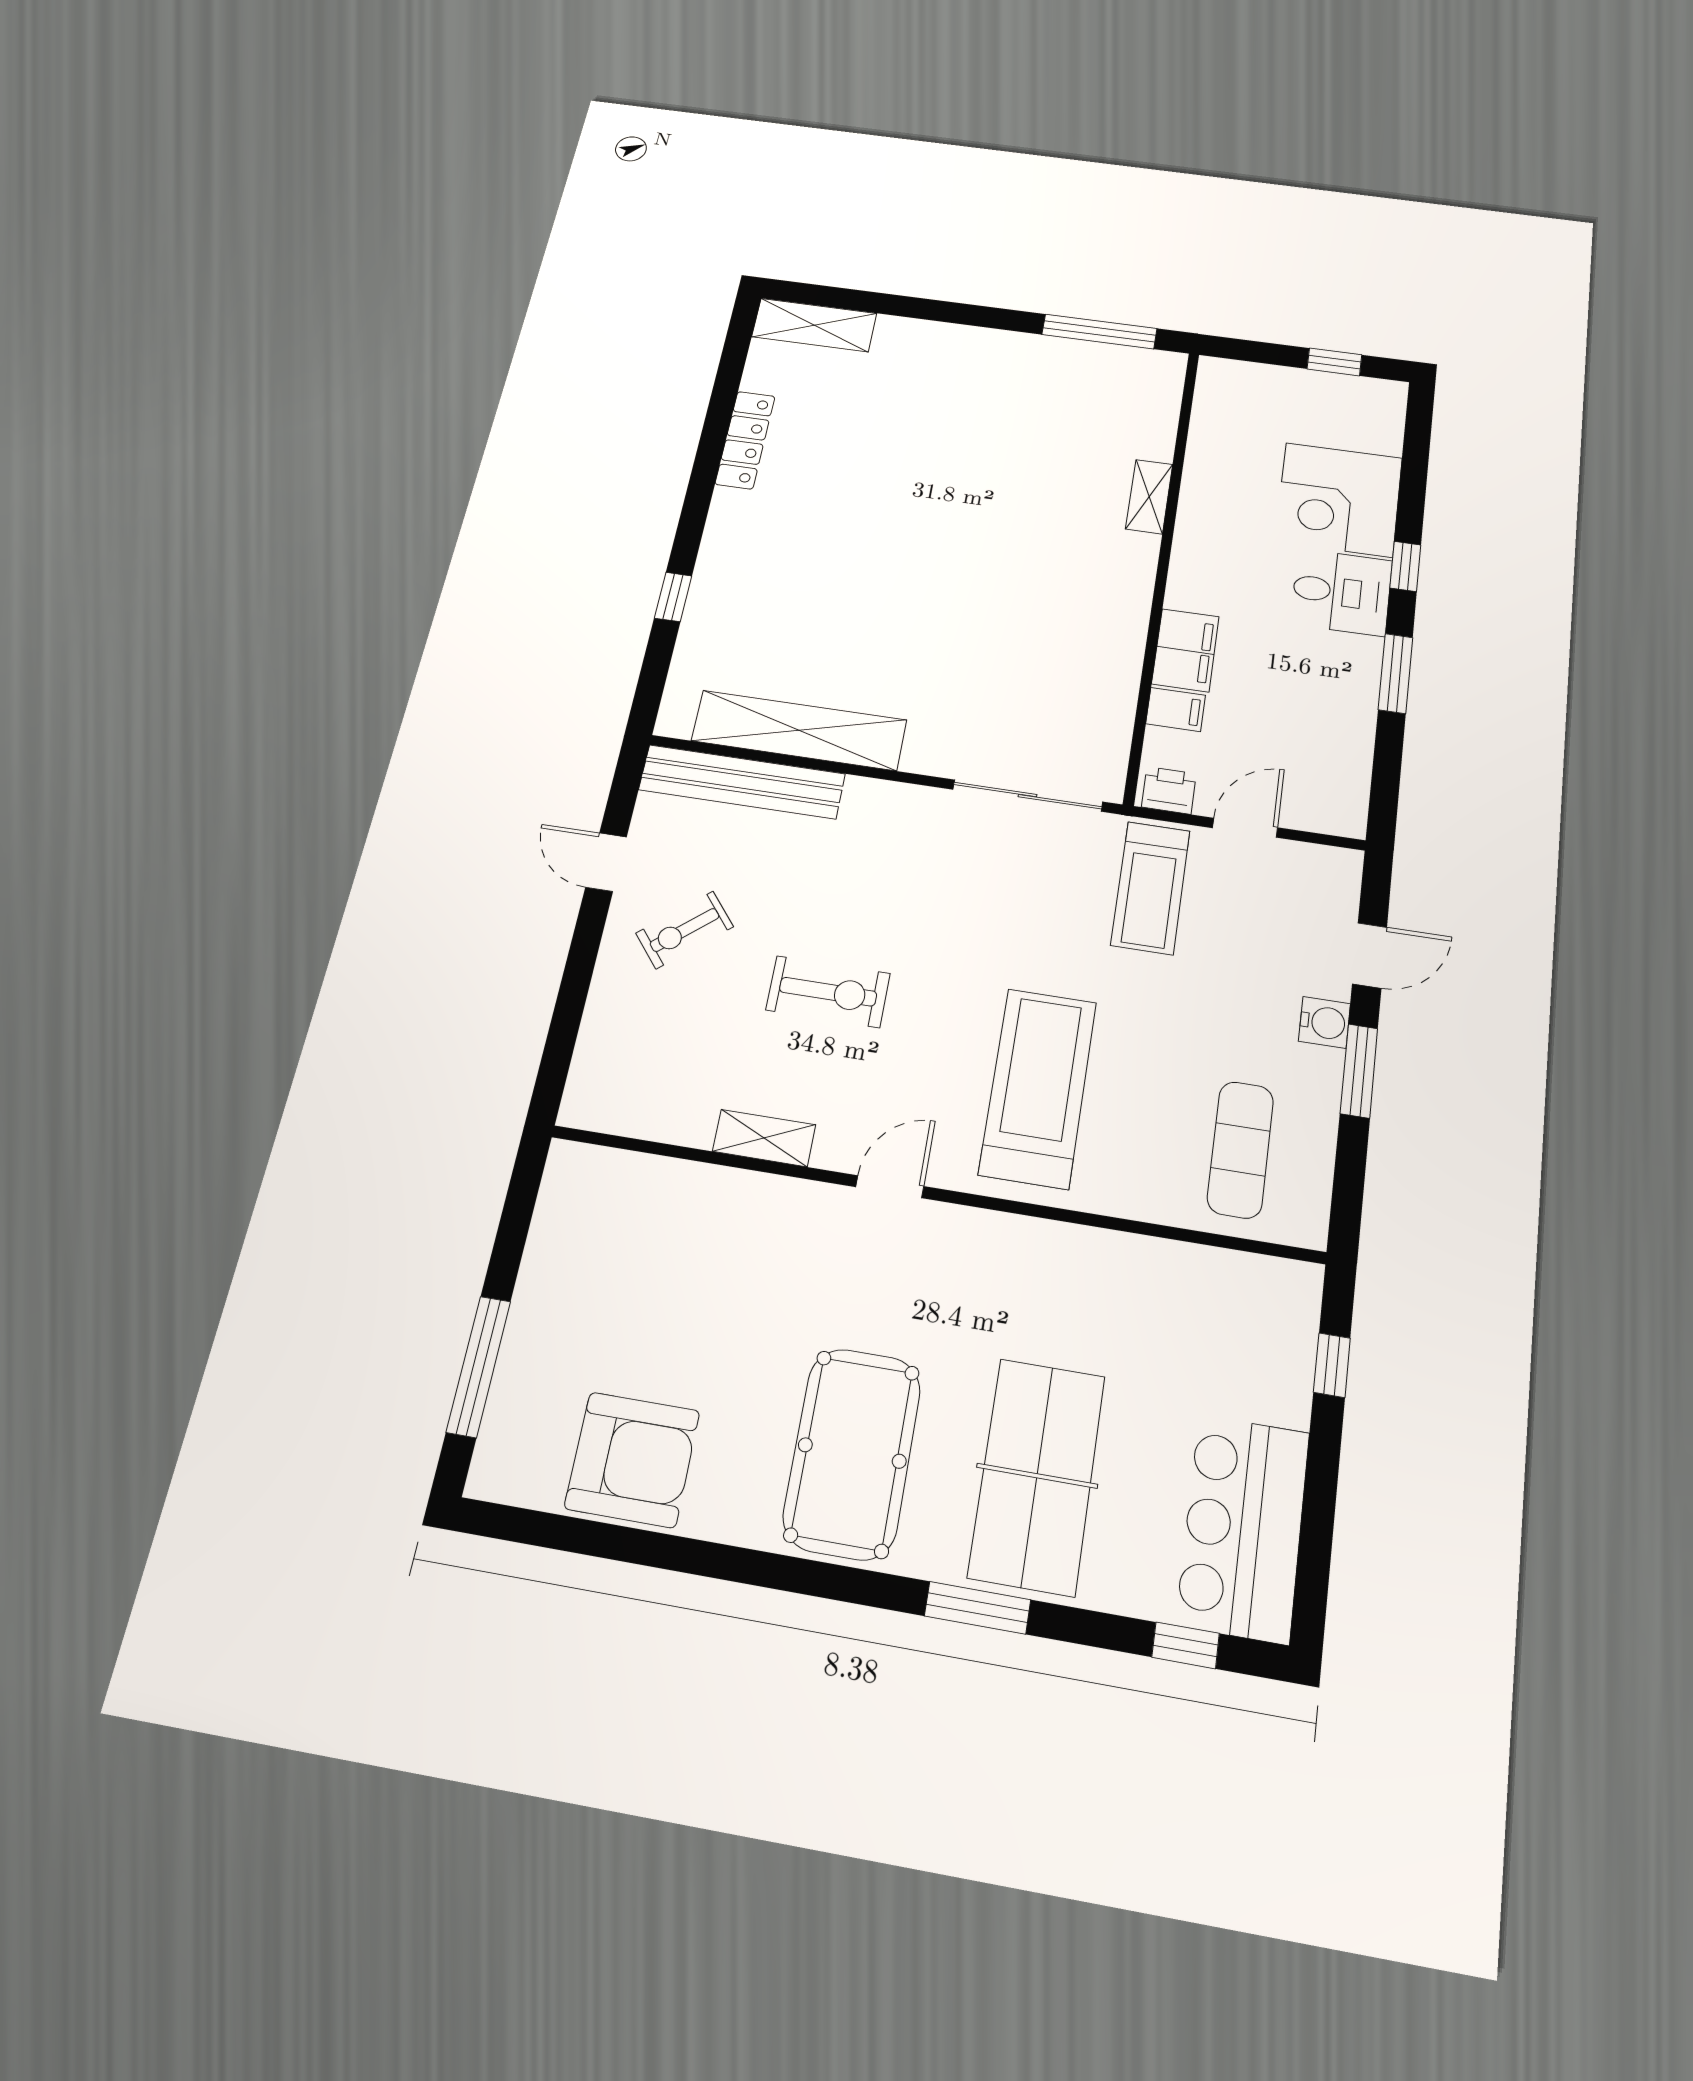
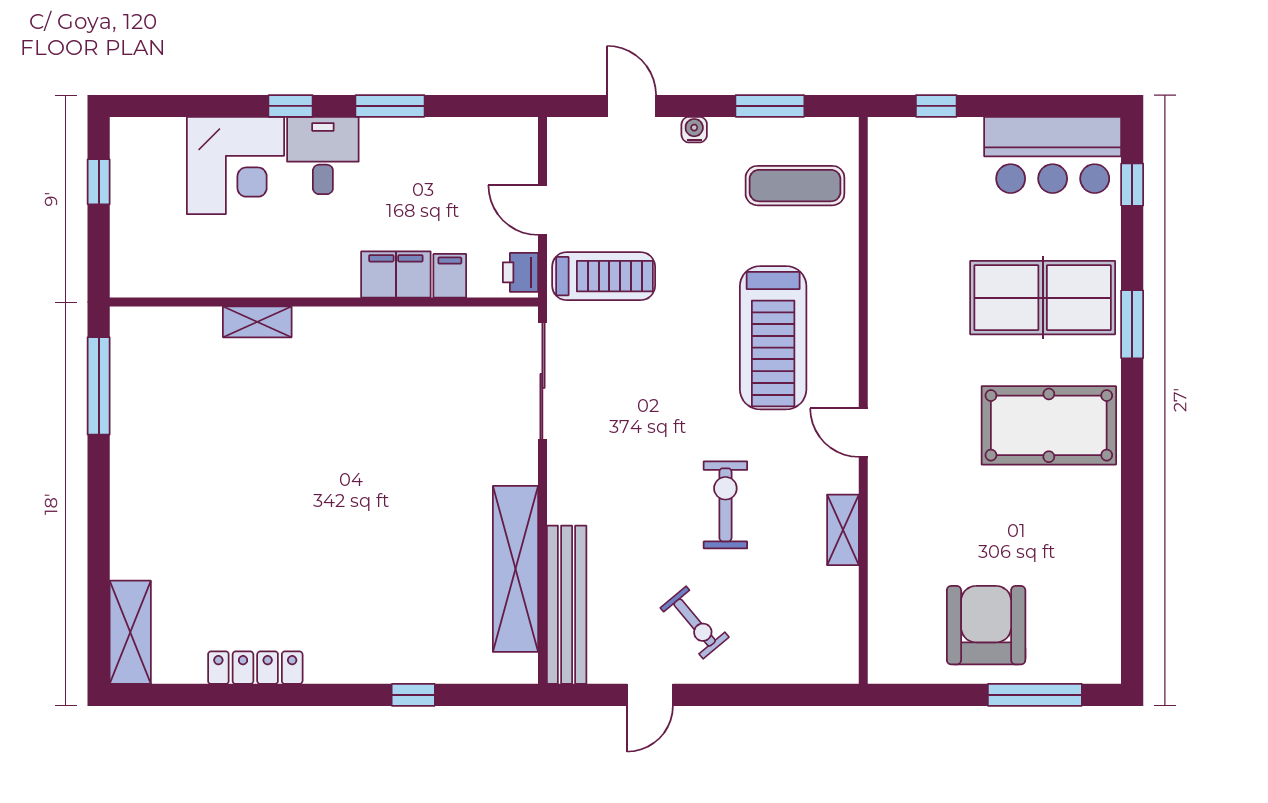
water cooler: (1324, 1022) -> (694, 130), width x0.72, depth x0.72
window: (1359, 1071) -> (770, 106), moved
treadmill: (1038, 1088) -> (773, 338), turned -90
armchair: (632, 1459) -> (986, 625), moved

